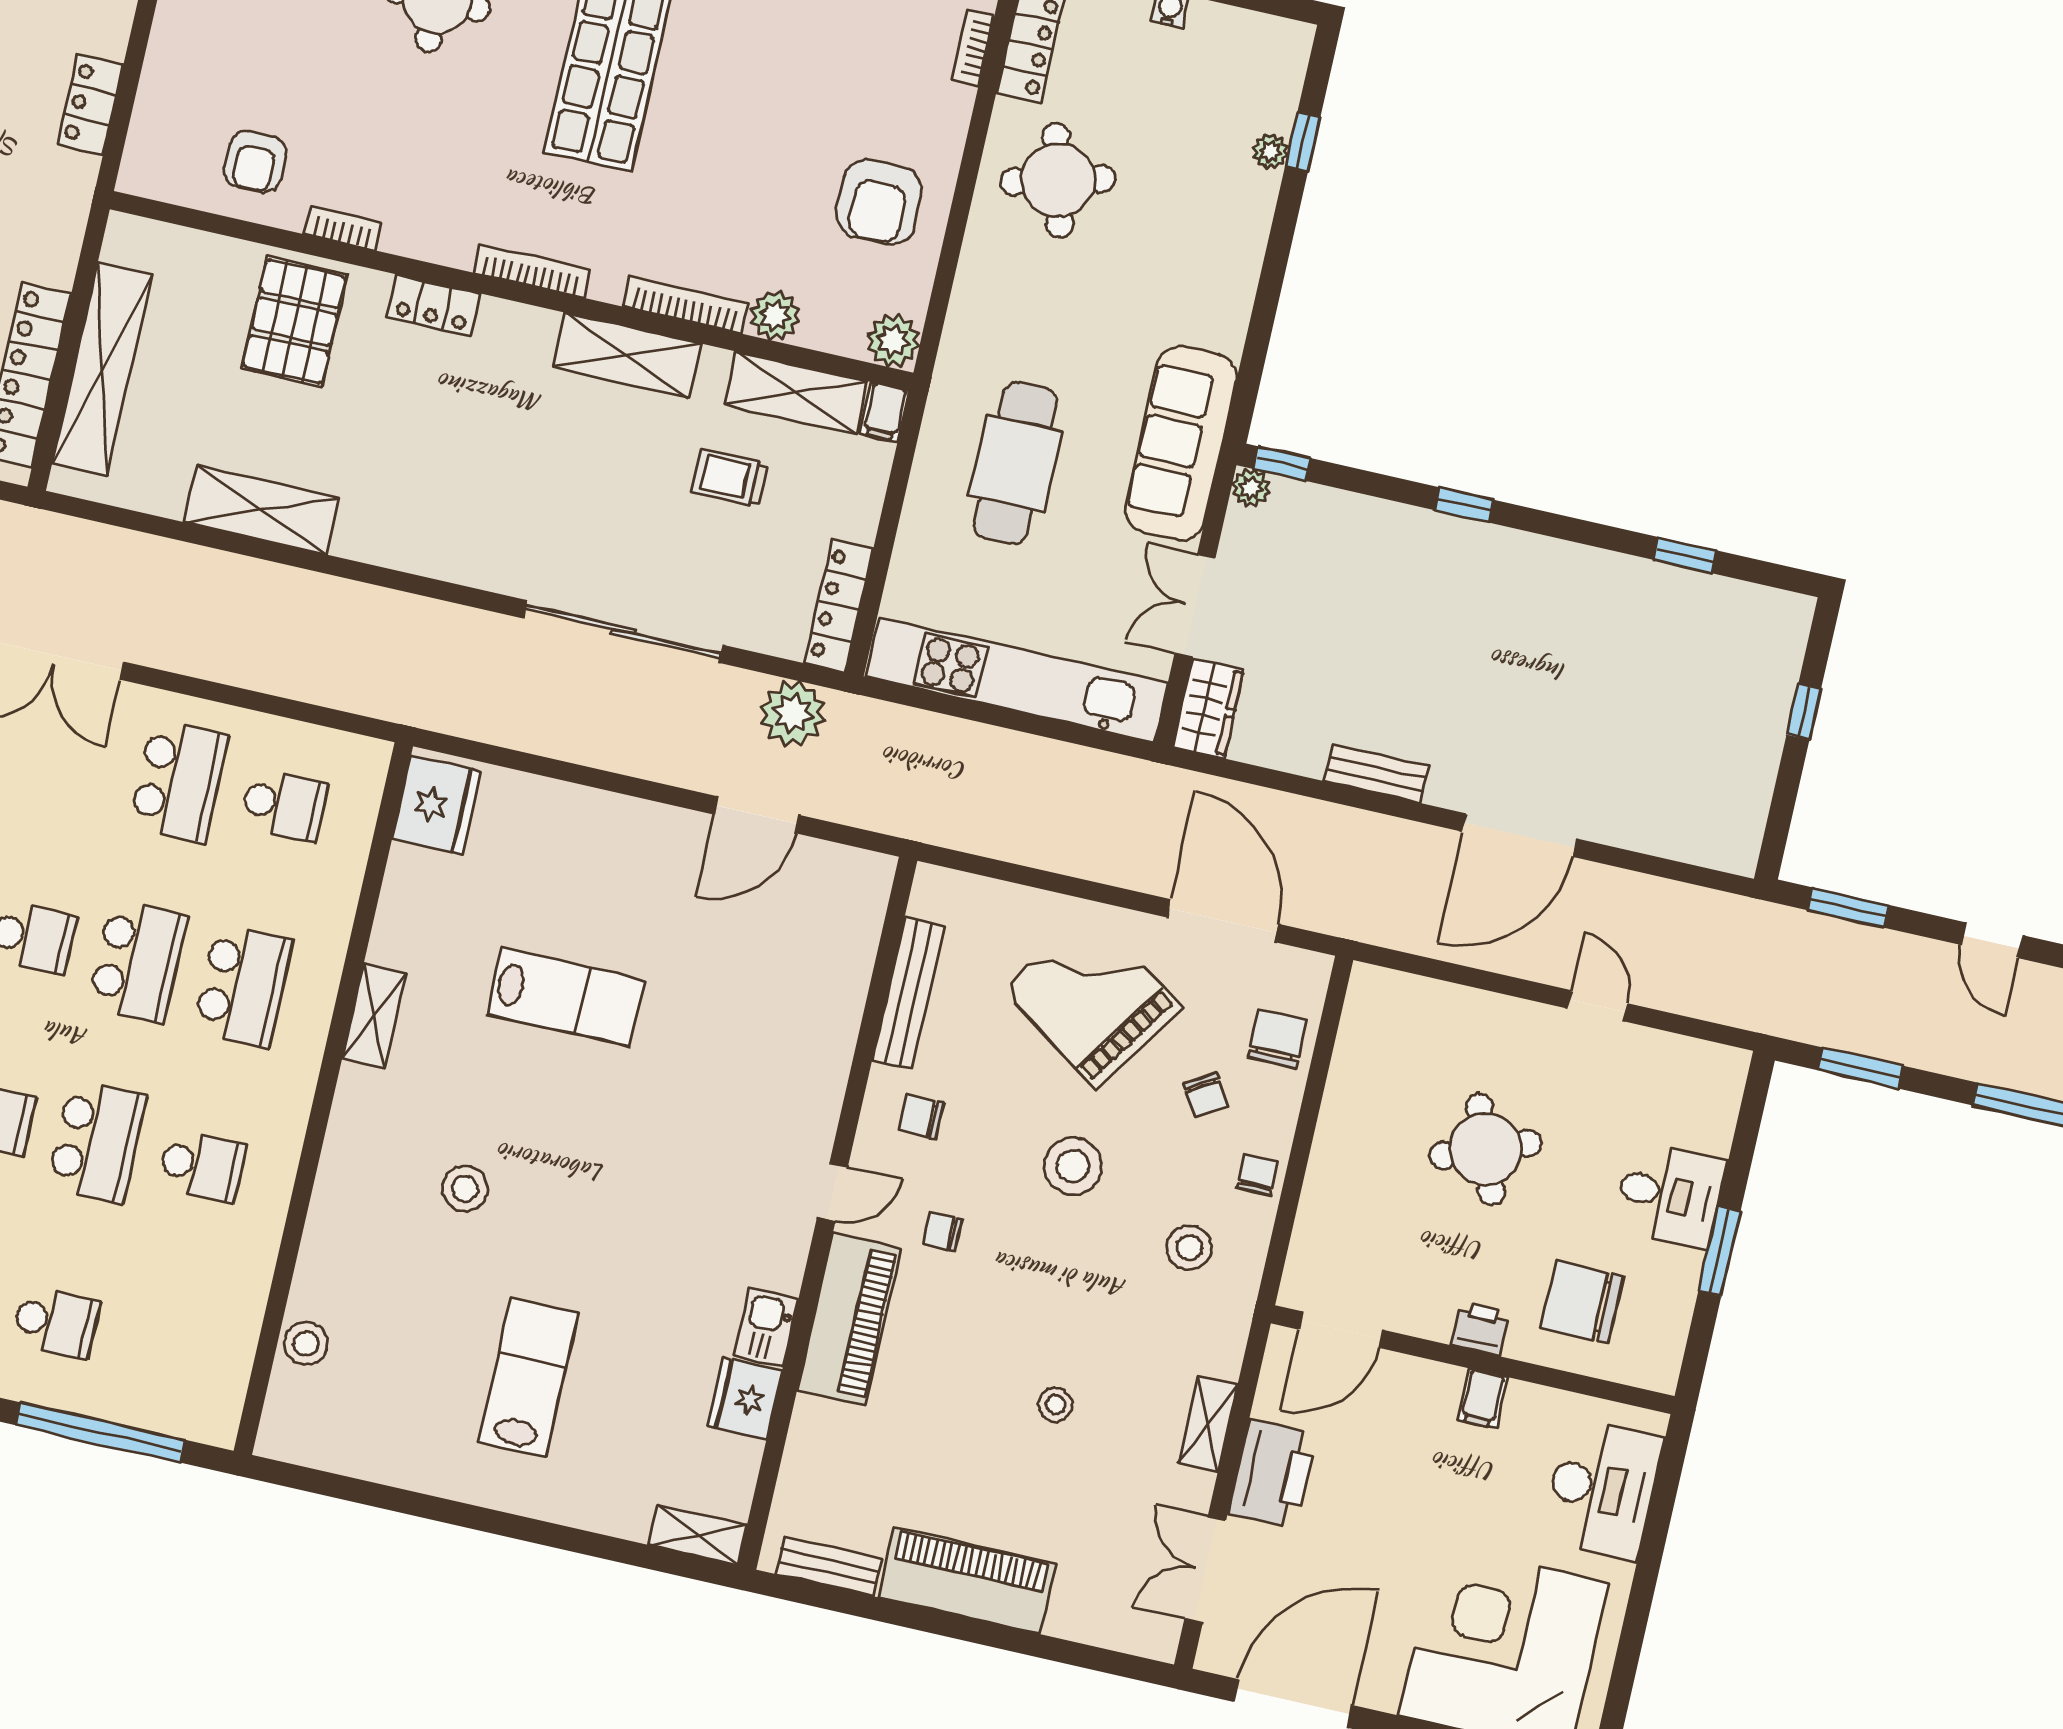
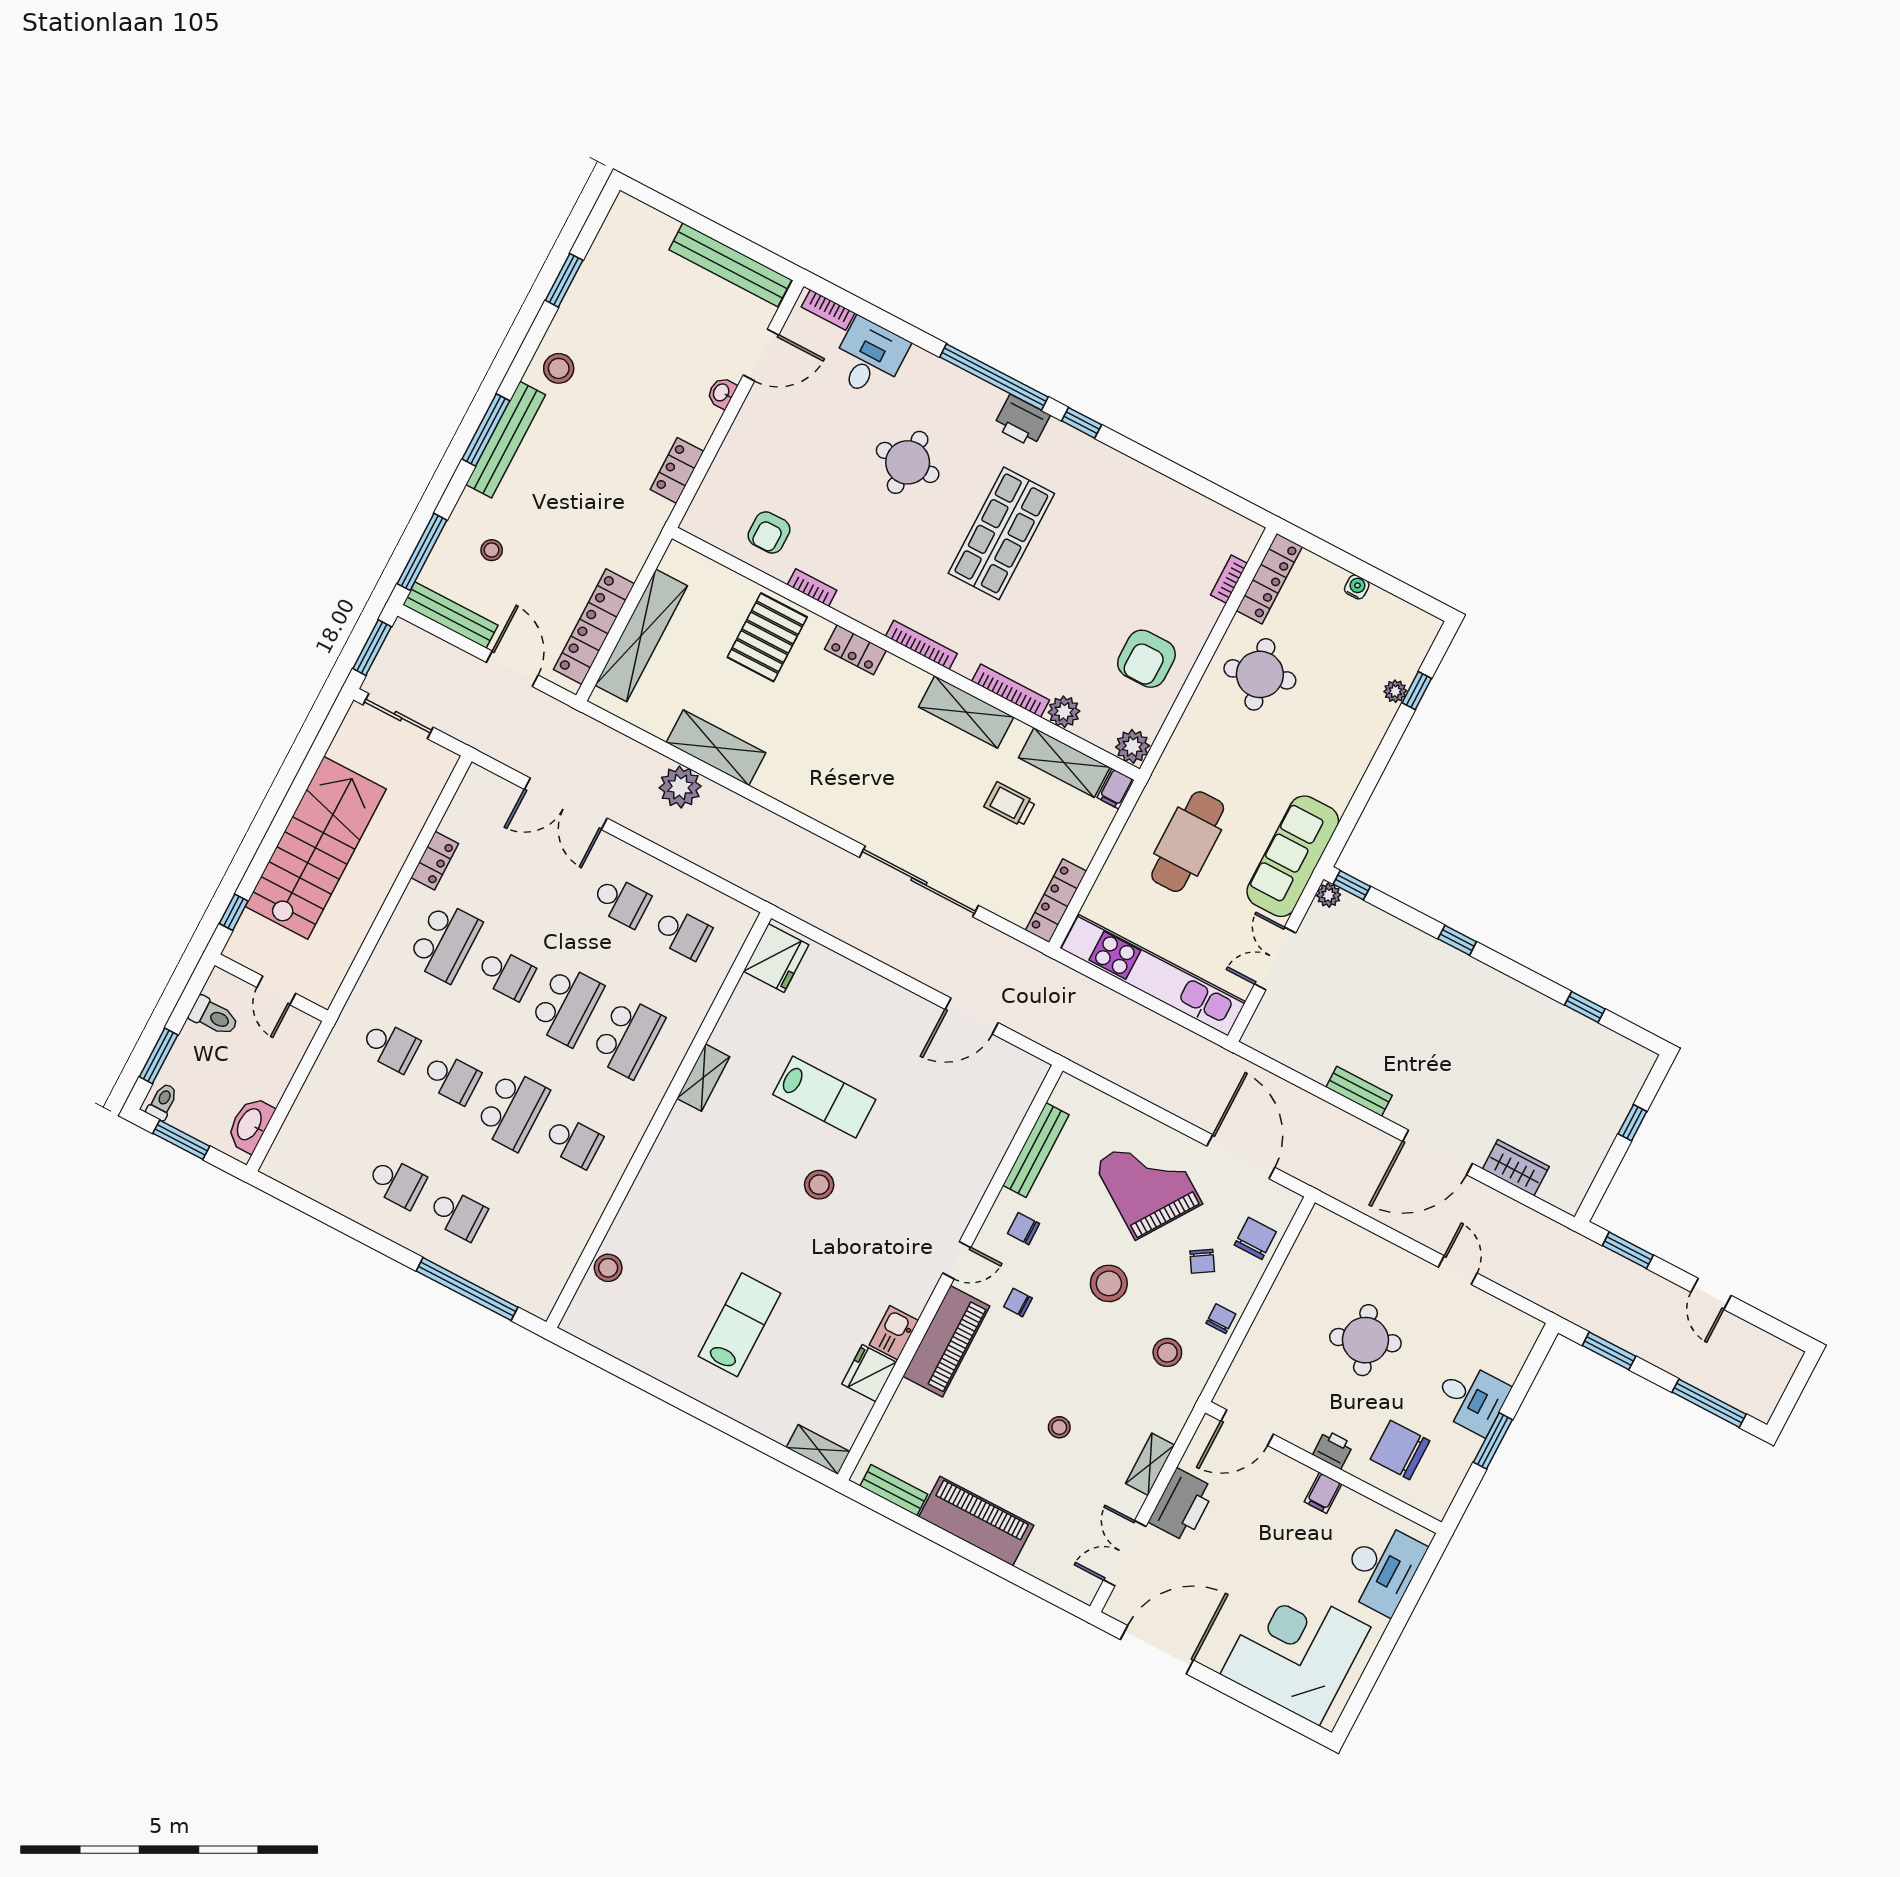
wardrobe: (1208, 708) -> (1516, 1168), moved, turned -90
plant: (793, 714) -> (680, 787), moved
school desk: (179, 781) -> (621, 901), width x0.54
stool: (465, 1188) -> (819, 1185), moved

